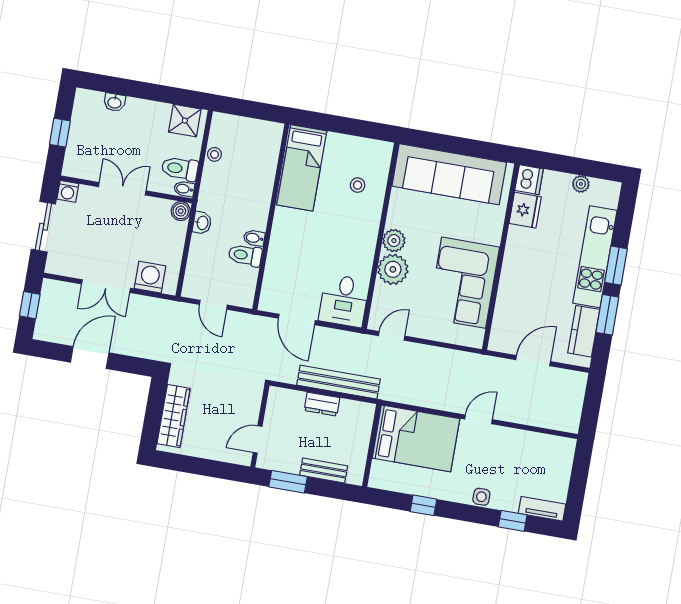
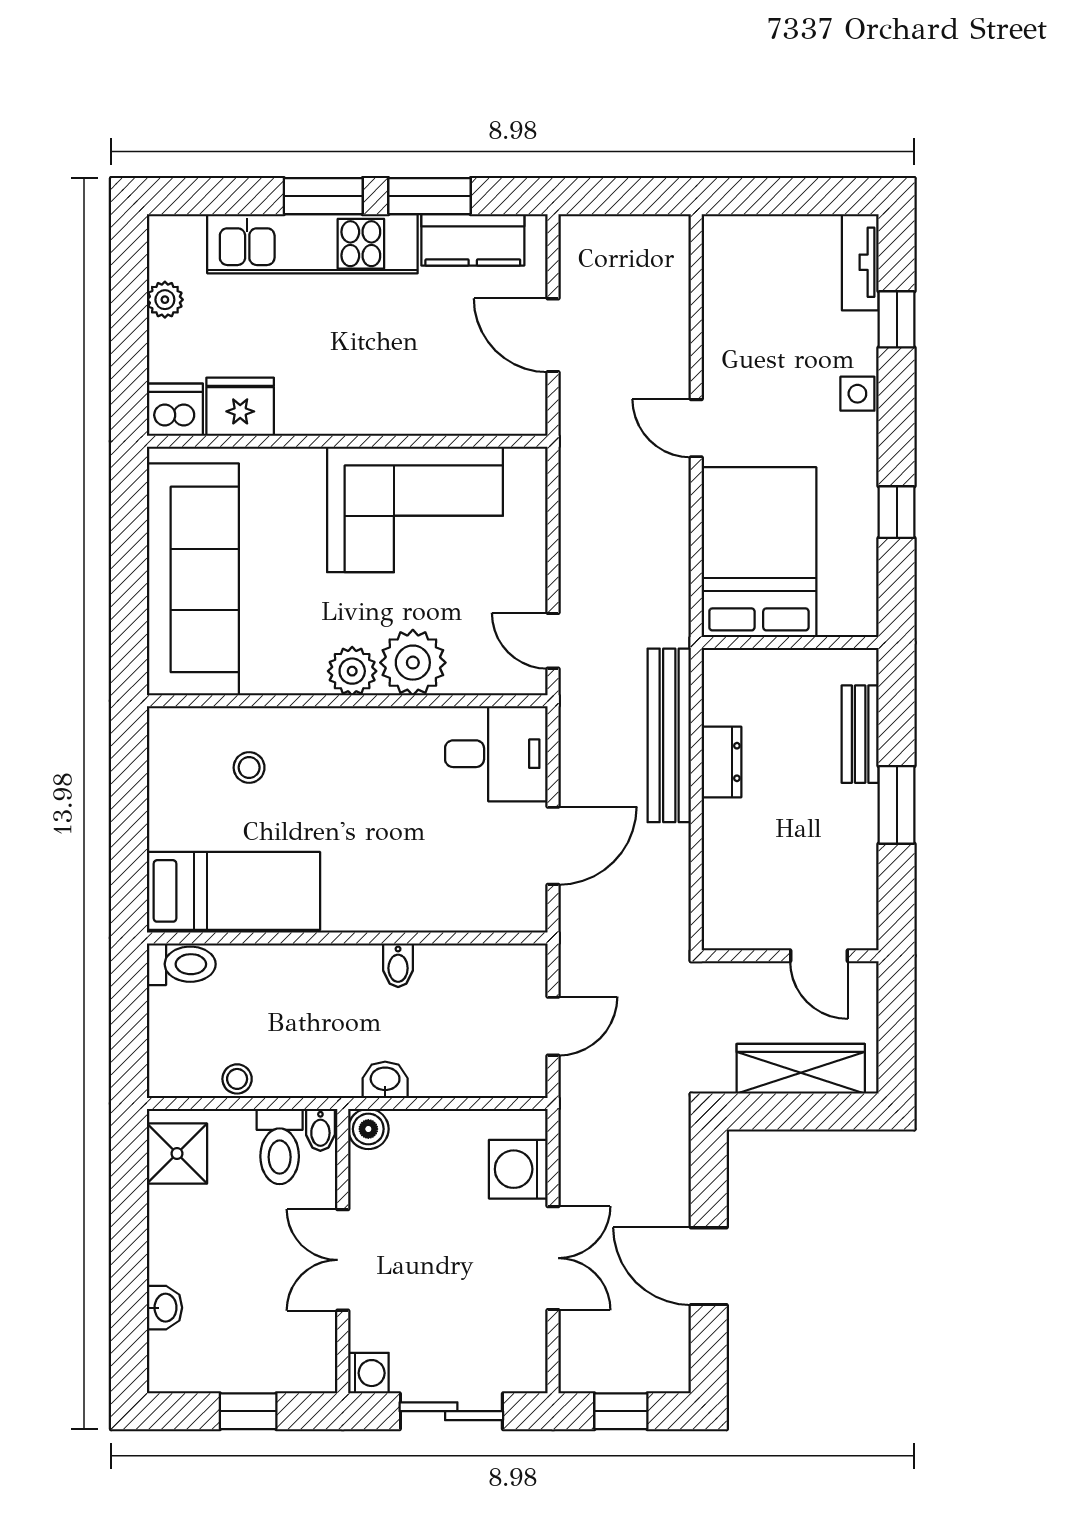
toilet: (245, 255) -> (181, 964), moved, turned -90
wall: (260, 426) -> (790, 956), moved
door: (258, 439) -> (819, 956), moved

